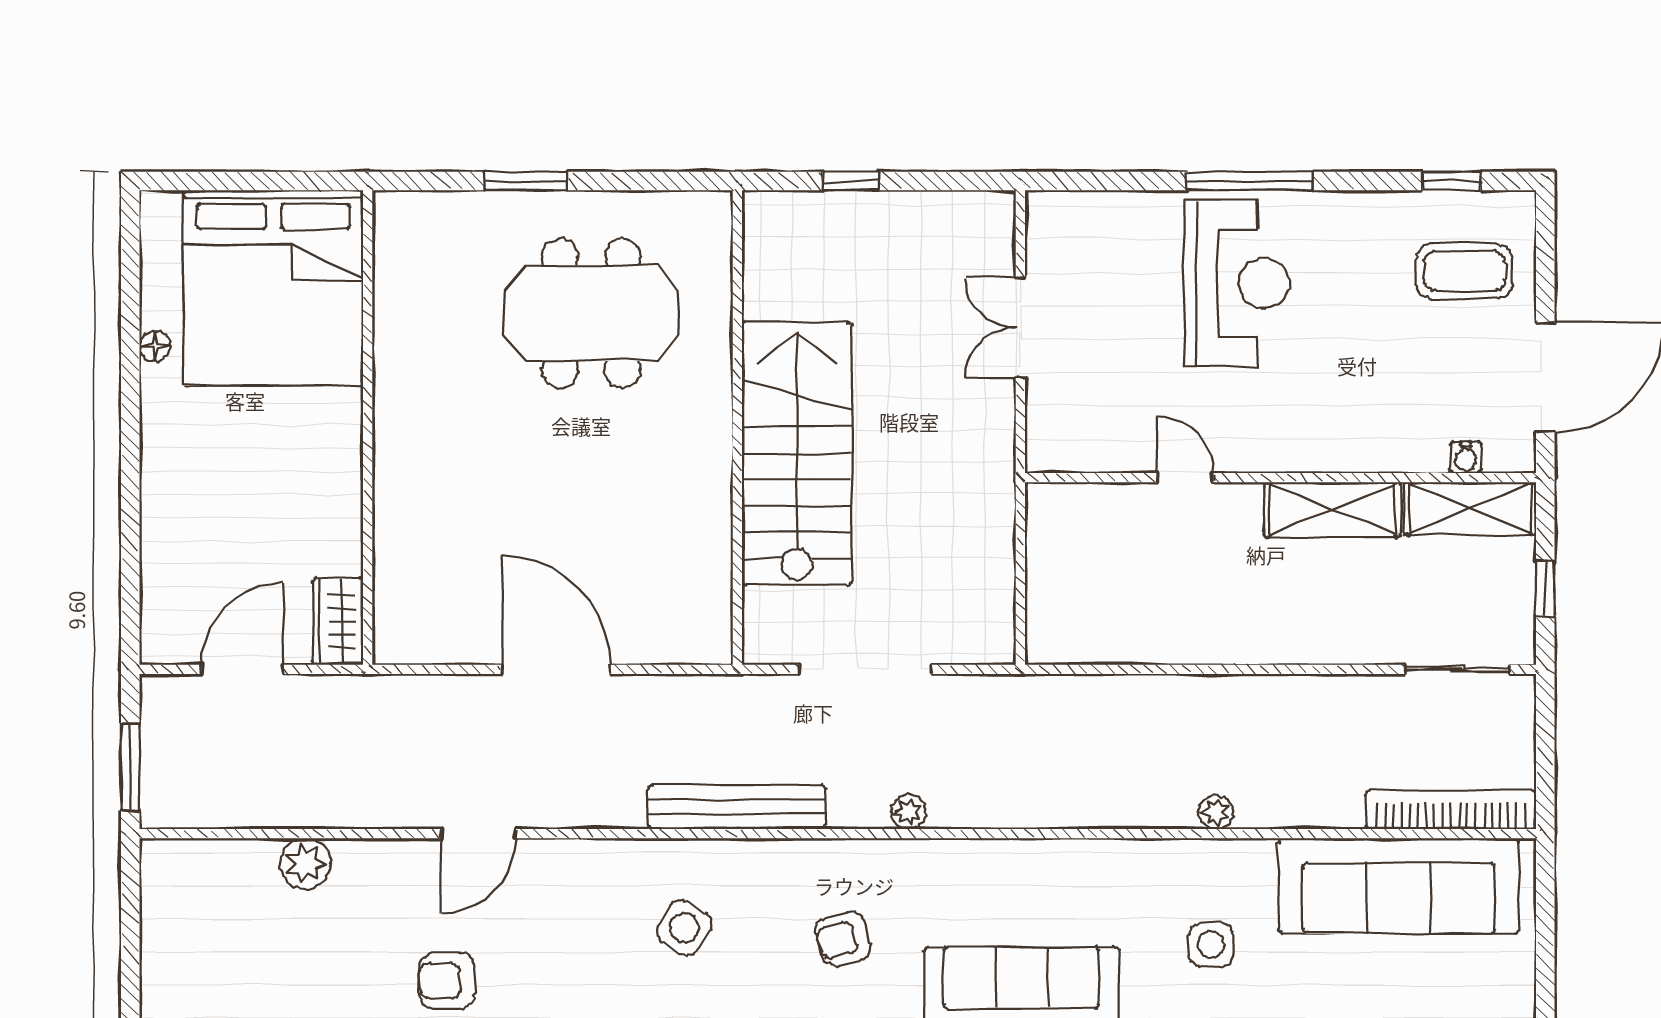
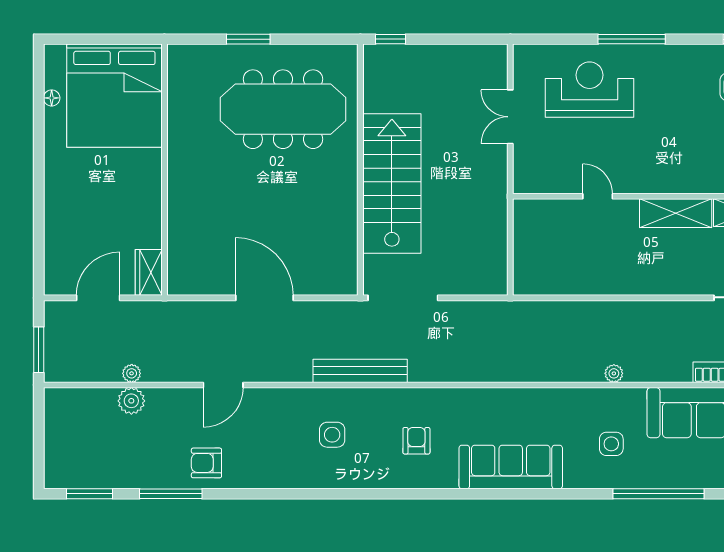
window: (851, 181) -> (390, 39), moved
reception desk: (1237, 283) -> (590, 90), moved, turned -90
meeting table: (591, 313) -> (283, 109), width x1.36
floor lamp: (155, 346) -> (52, 98), moved
doorway: (866, 669) -> (403, 298), moved
plant: (908, 812) -> (132, 373), moved
side table: (684, 928) -> (332, 435), turned -32
armchair: (843, 939) -> (416, 441), turned 105

